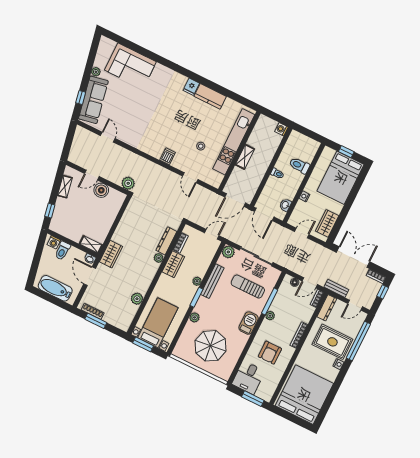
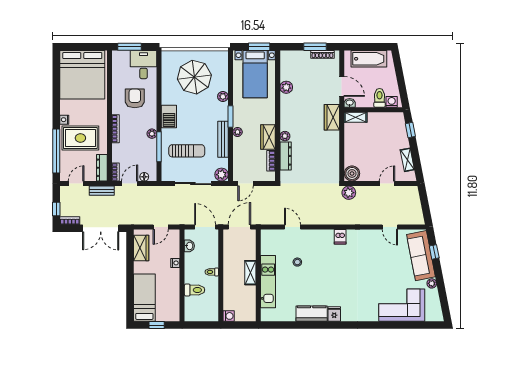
kitchen unit: (234, 142) -> (268, 282), width x0.73
dishwasher: (168, 156) -> (340, 237), moved
bed: (341, 178) -> (144, 298), width x0.67
boiler: (101, 190) -> (352, 173), moved

